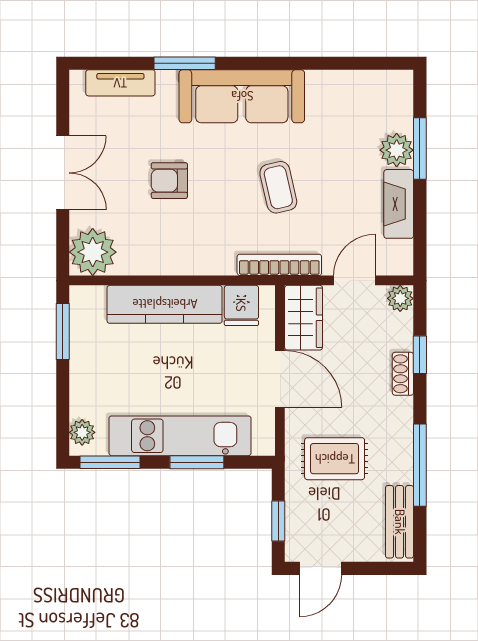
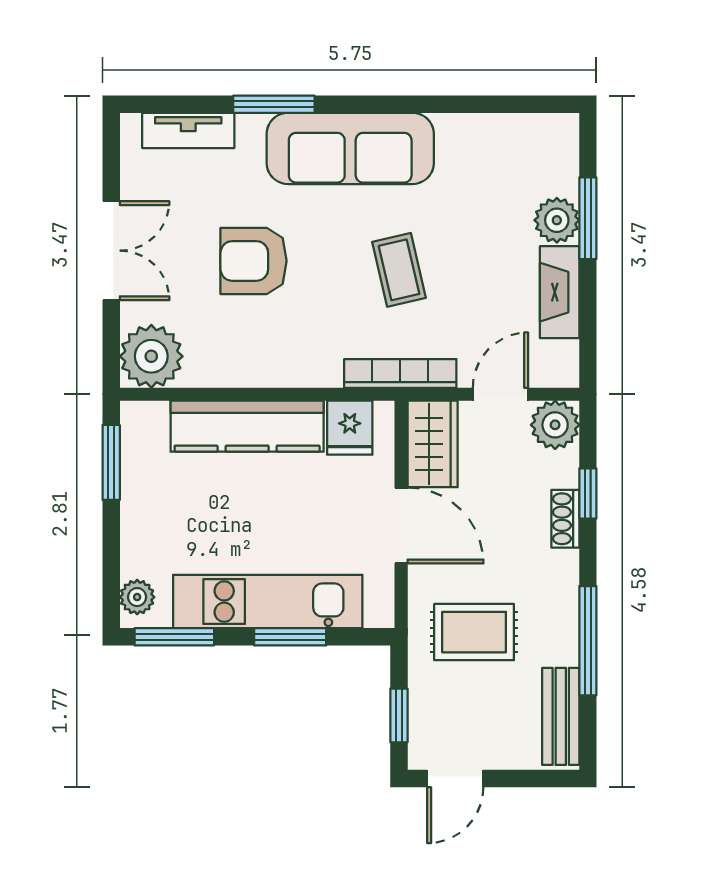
armchair: (169, 181) -> (254, 261), width x1.38, depth x1.38
plant: (400, 298) -> (555, 425), width x1.38, depth x1.38

